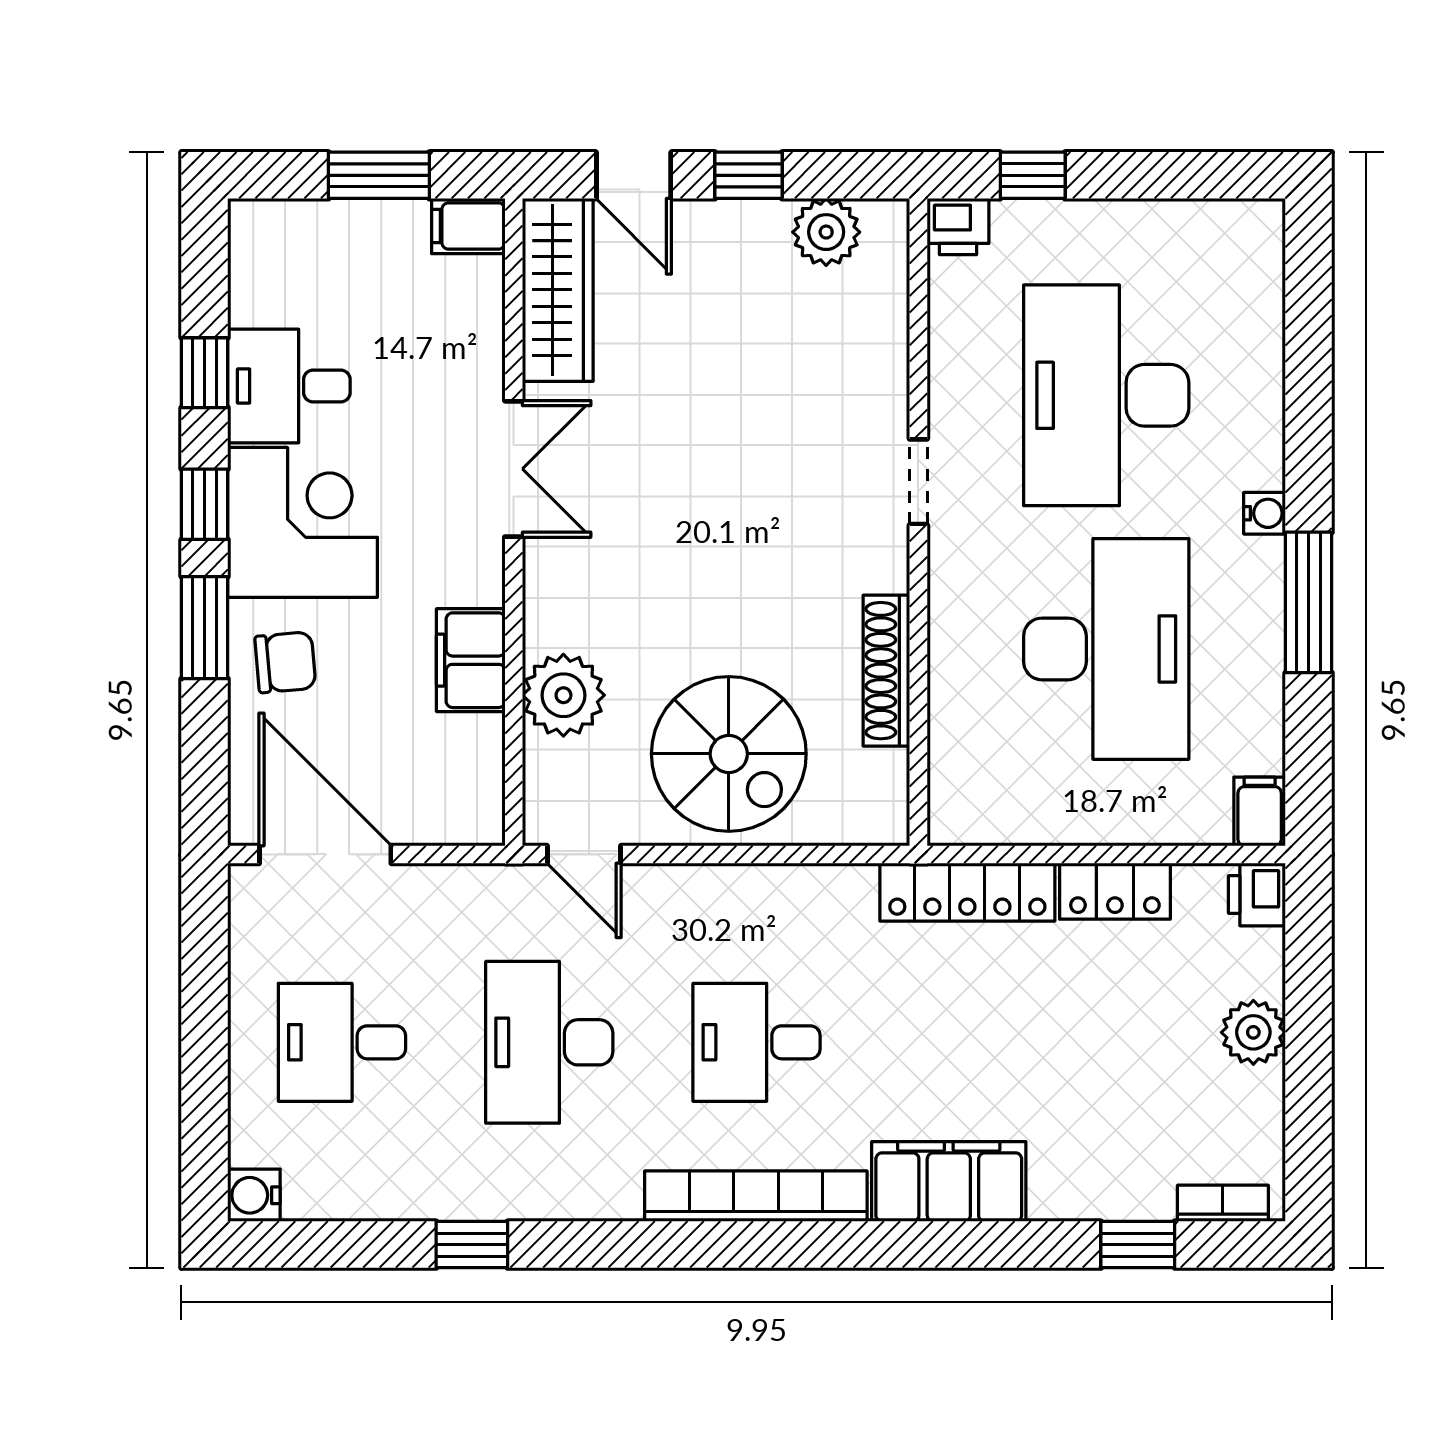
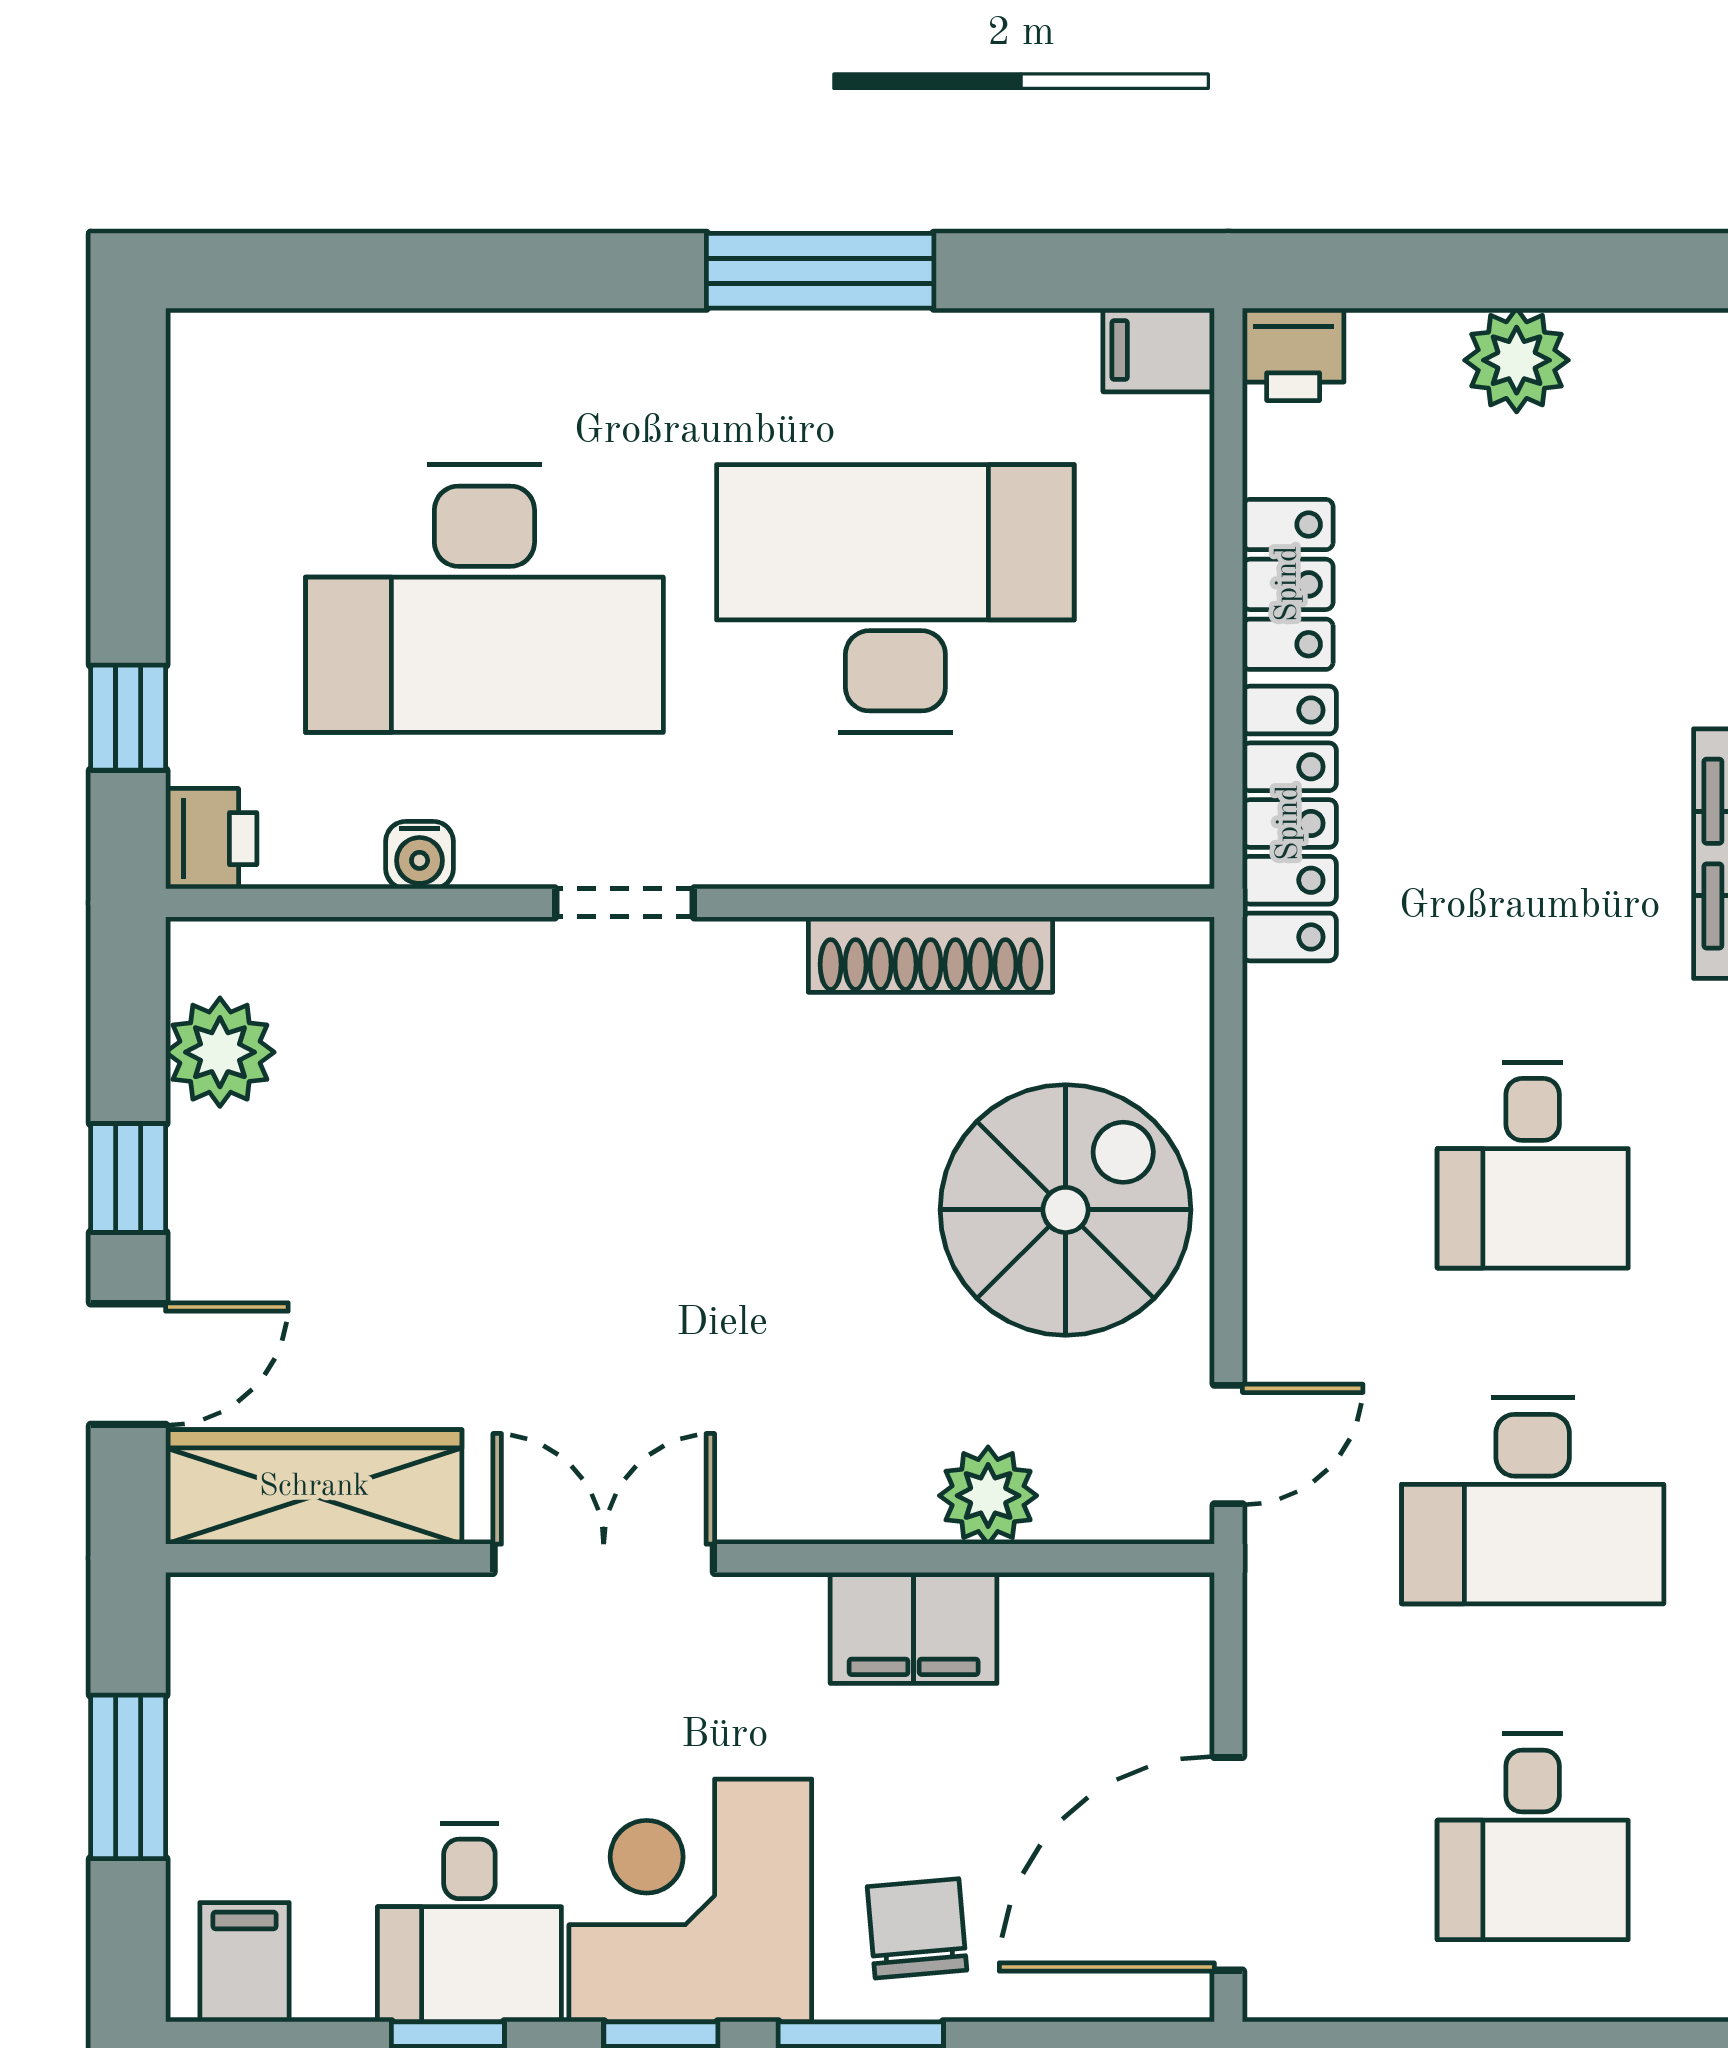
filing cabinet: (468, 226) -> (245, 1962), moved, turned 180
water cooler: (1265, 513) -> (420, 855), moved, turned 180
plant: (563, 695) -> (988, 1496), width x0.73, depth x0.73

